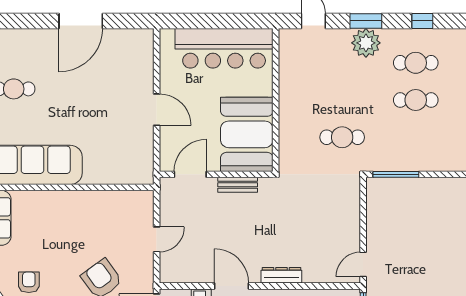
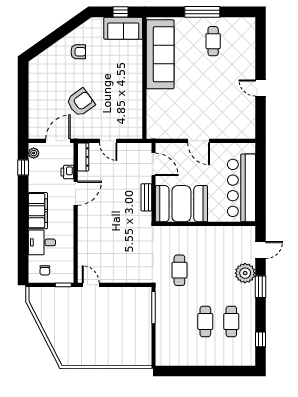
door: (81, 21) -> (260, 88), width x0.53
window: (422, 21) -> (260, 339), moved
plant: (366, 43) -> (245, 273), moved
door: (157, 110) -> (199, 141), hinge flipped
dresser: (281, 275) -> (83, 157), moved

